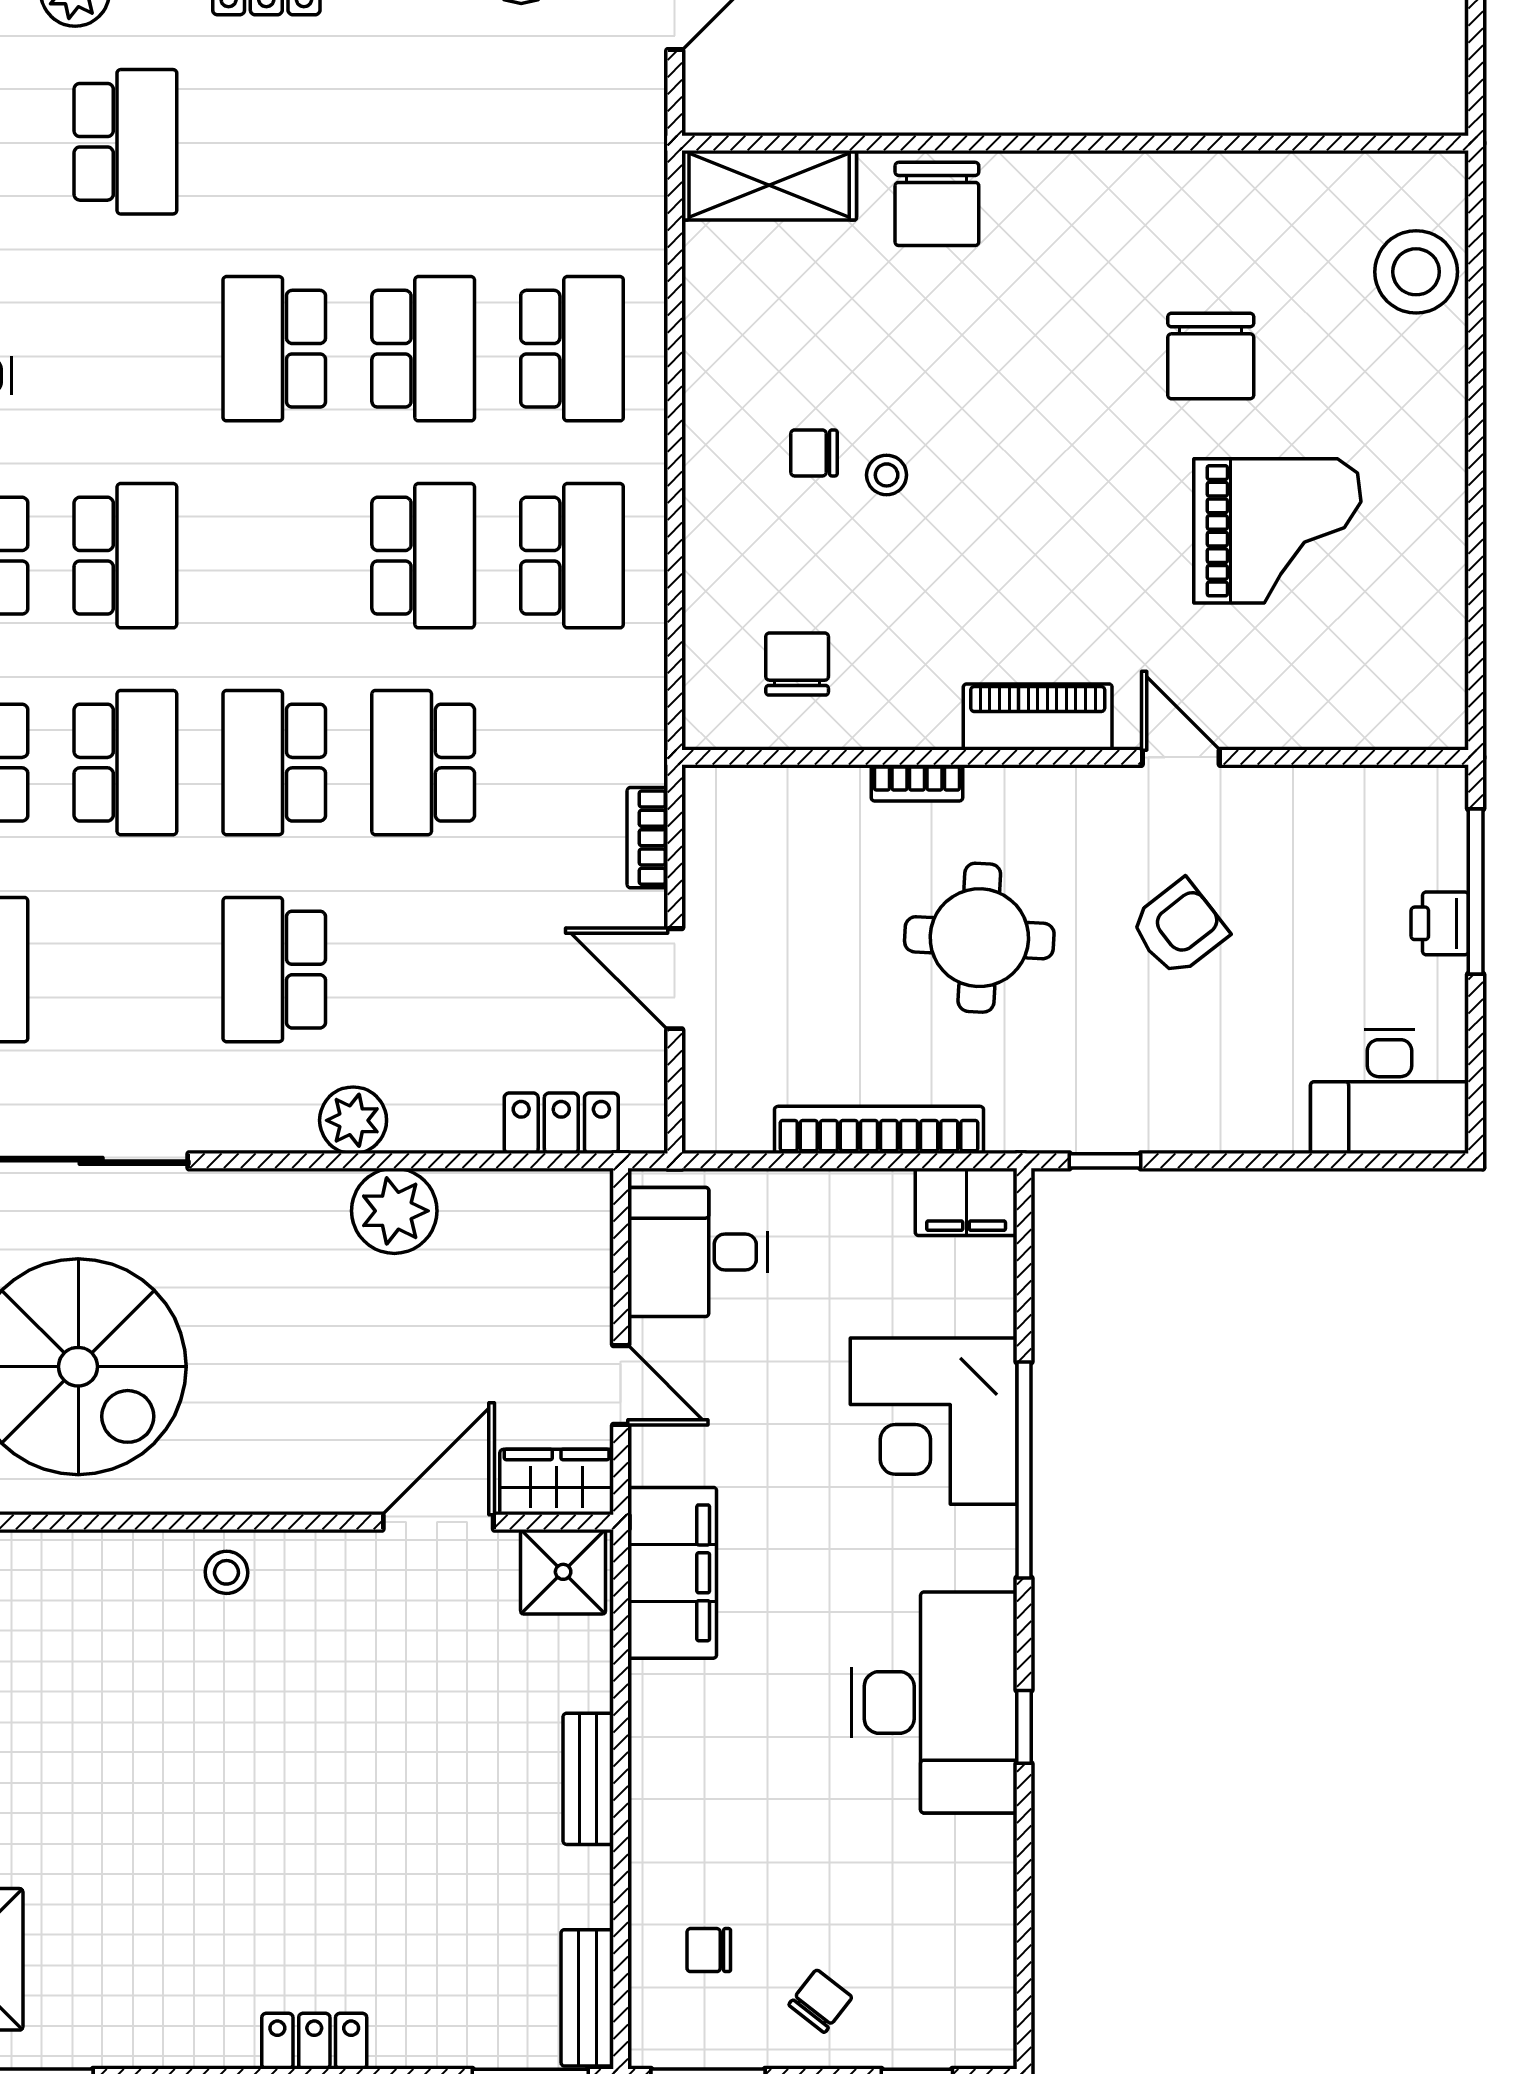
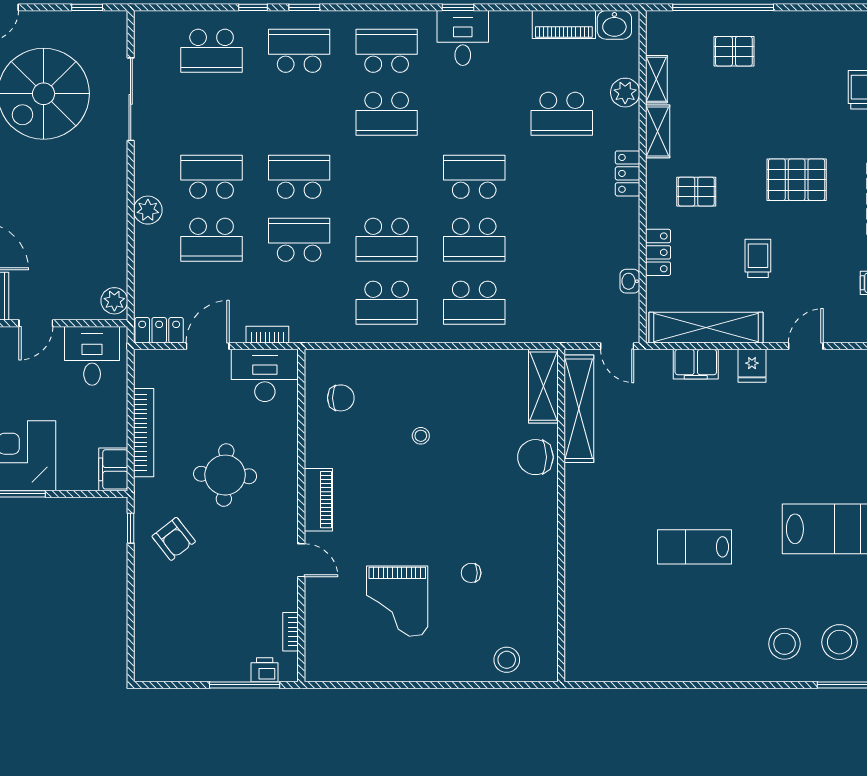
shelving: (823, 101) -> (579, 409), added
stool: (1416, 272) -> (507, 660), width x0.73, depth x0.73
chair: (1211, 356) -> (471, 573), width x0.54, depth x0.54
chair: (814, 453) -> (430, 405), removed
door: (1181, 757) -> (301, 560), hinge flipped
school desk: (125, 763) -> (212, 240), moved
bookcase: (917, 783) -> (291, 632), moved
printer: (1440, 923) -> (265, 670), moved
armchair: (1179, 928) -> (174, 539), moved
desk: (1390, 1092) -> (265, 375), moved, turned 90
locker: (561, 1123) -> (159, 330), moved, turned -90
plant: (394, 1211) -> (114, 301), moved, width x0.73, depth x0.73

